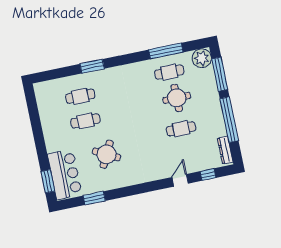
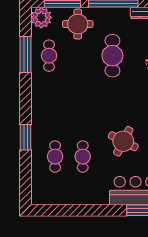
round table: (177, 98) -> (78, 24), moved
cafe table: (181, 129) -> (112, 56), width x1.37, depth x1.35

